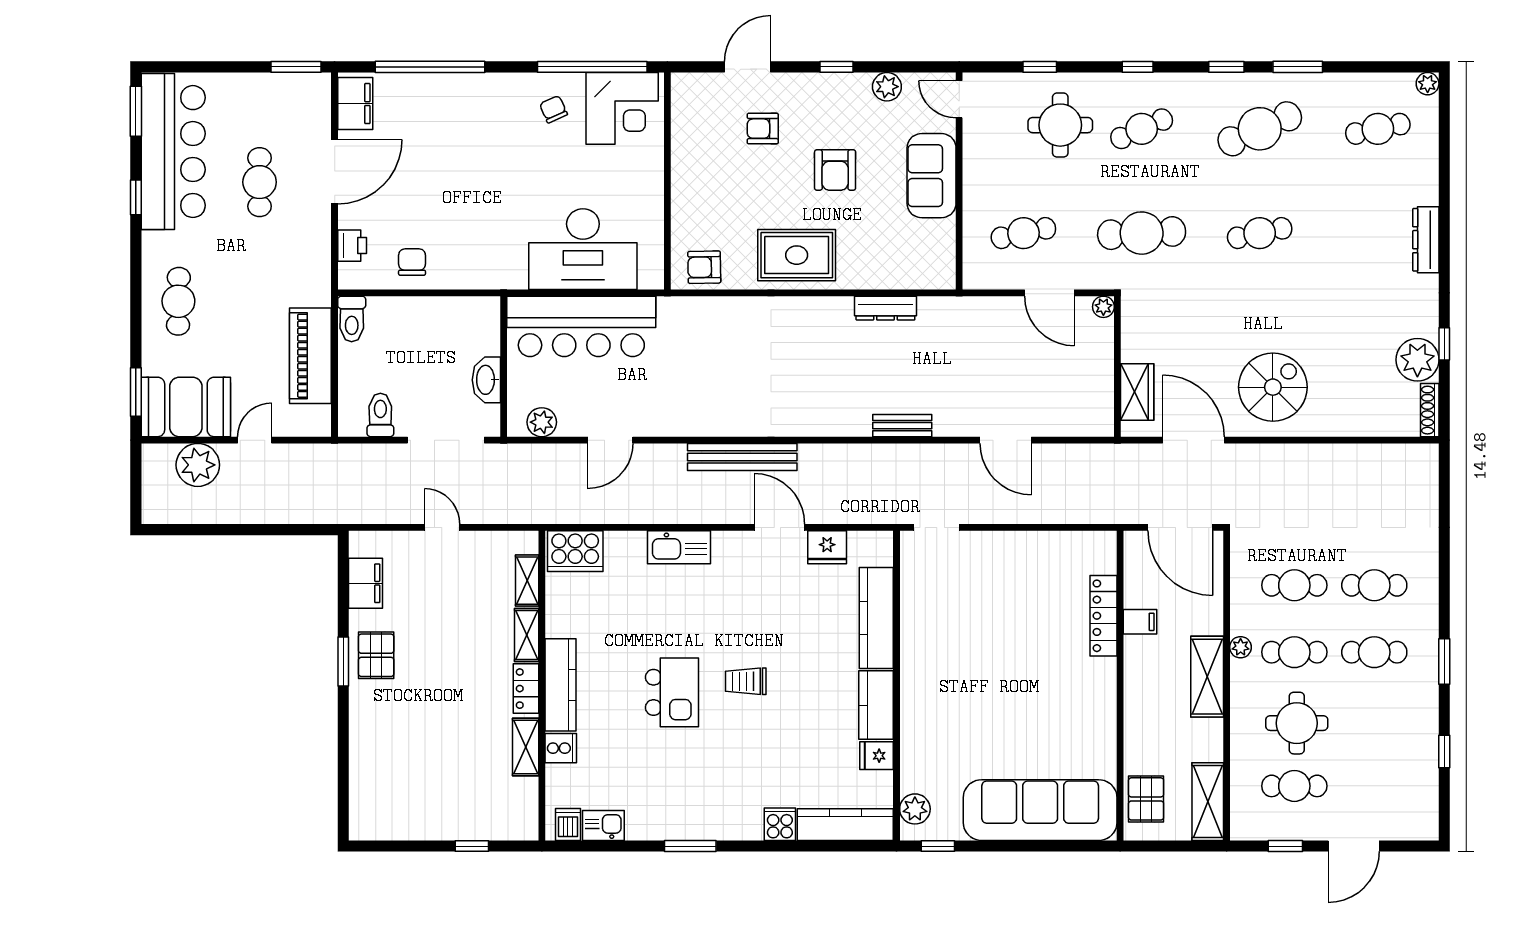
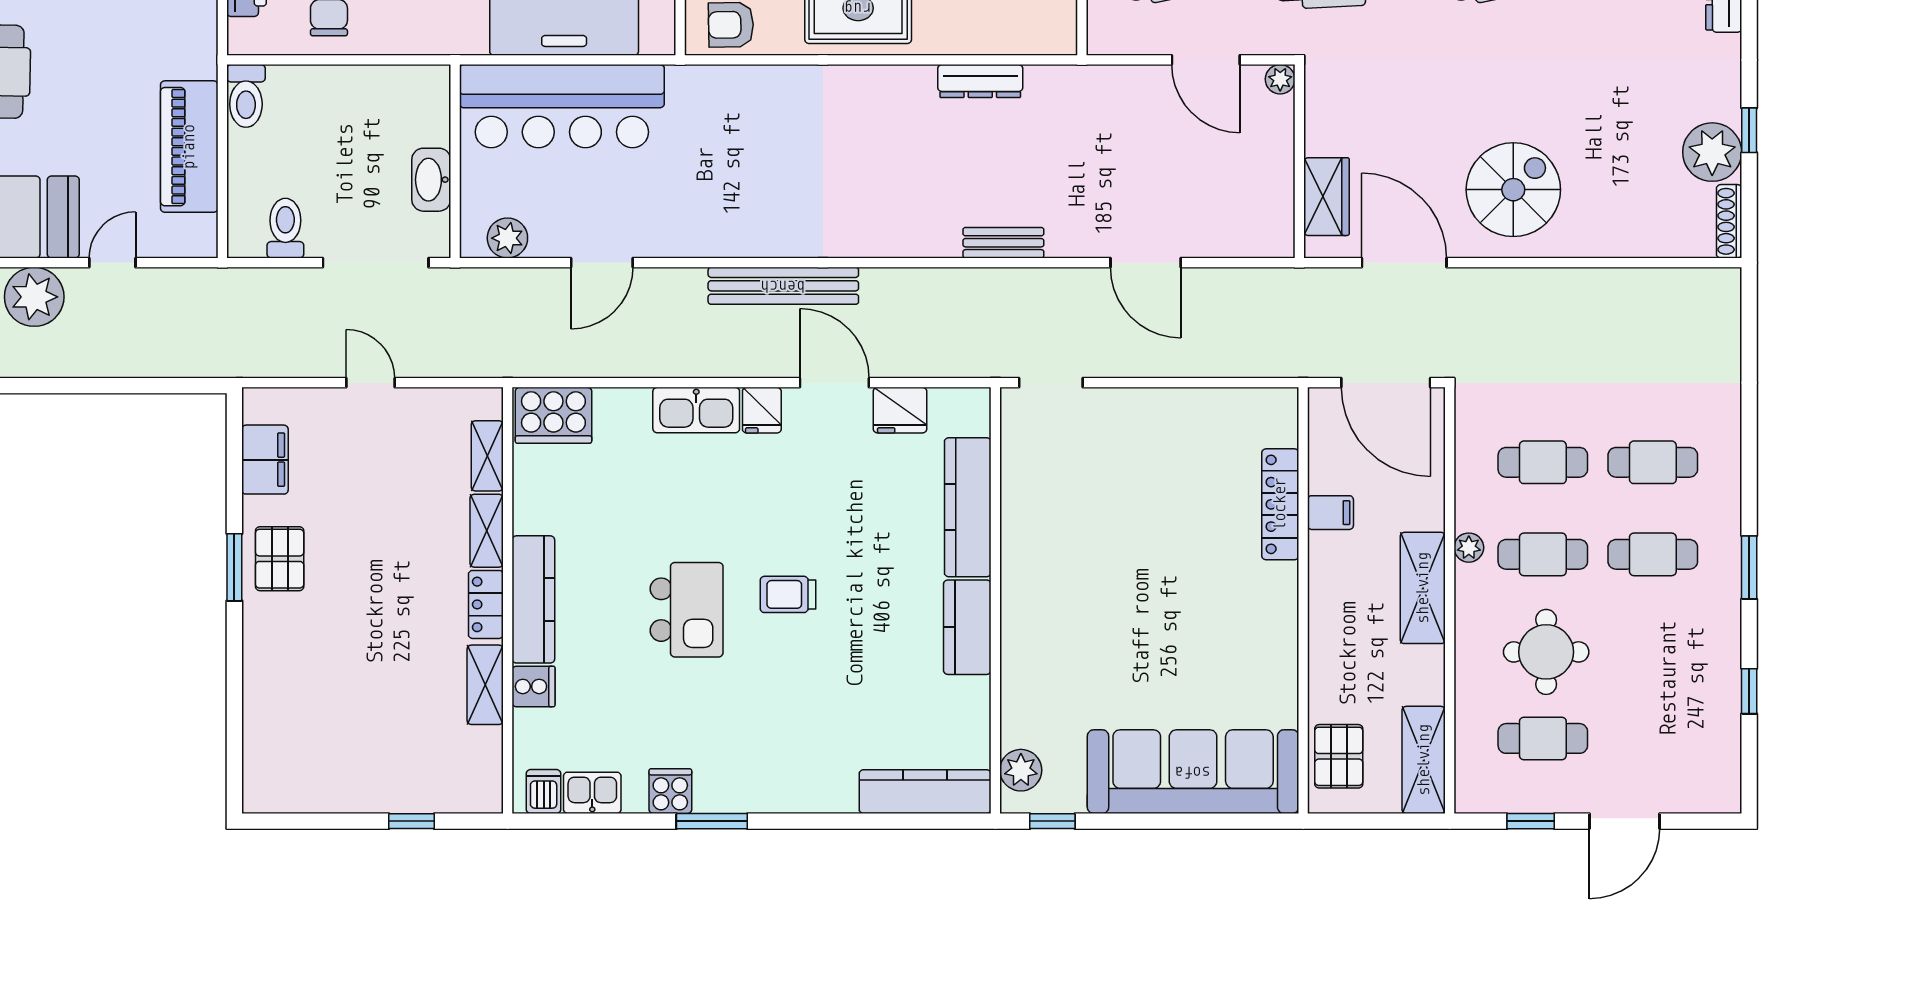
fridge: (876, 756) -> (762, 410), moved, turned -90
cooker: (780, 824) -> (670, 791), moved

